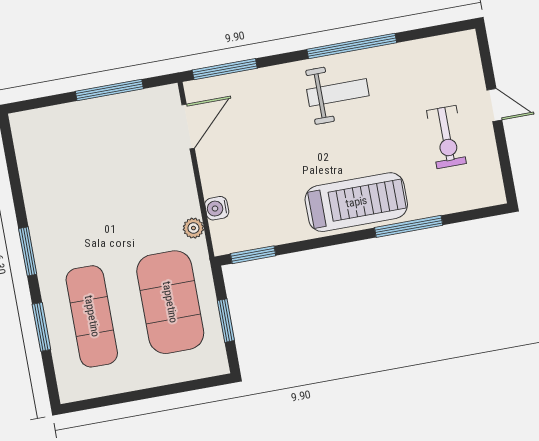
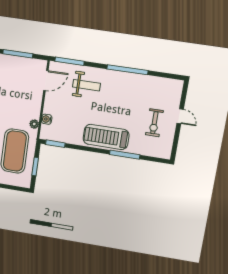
weight bench: (338, 93) -> (87, 85), moved
treadmill: (356, 202) -> (106, 137), turned 180

